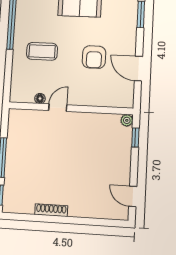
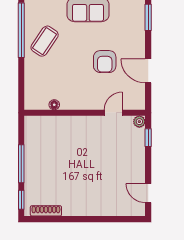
coffee table: (42, 51) -> (45, 41), moved, turned -56
door: (58, 108) -> (113, 113), moved
shoe rack: (51, 210) -> (46, 211), moved

